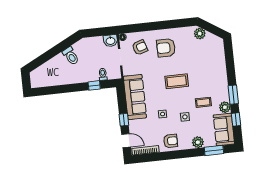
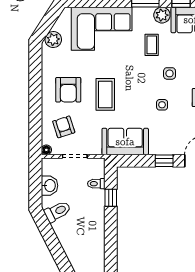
washbasin: (110, 41) -> (50, 186), moved
toilet: (71, 56) -> (57, 211), moved
corner sofa: (211, 66) -> (102, 29), added
coffee table: (177, 81) -> (105, 94), moved
sofa: (135, 97) -> (125, 142), width x0.73

